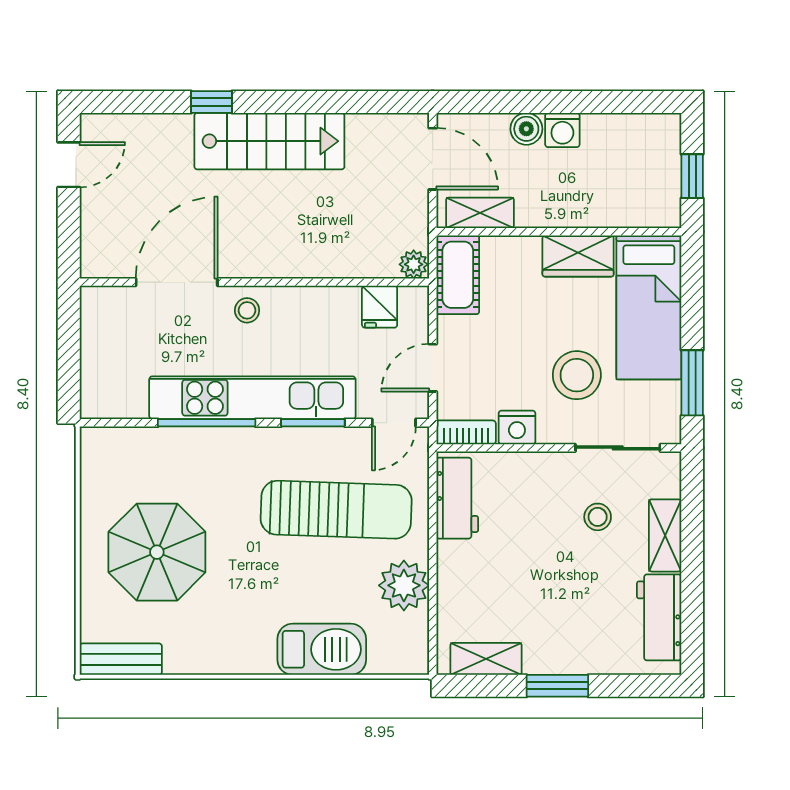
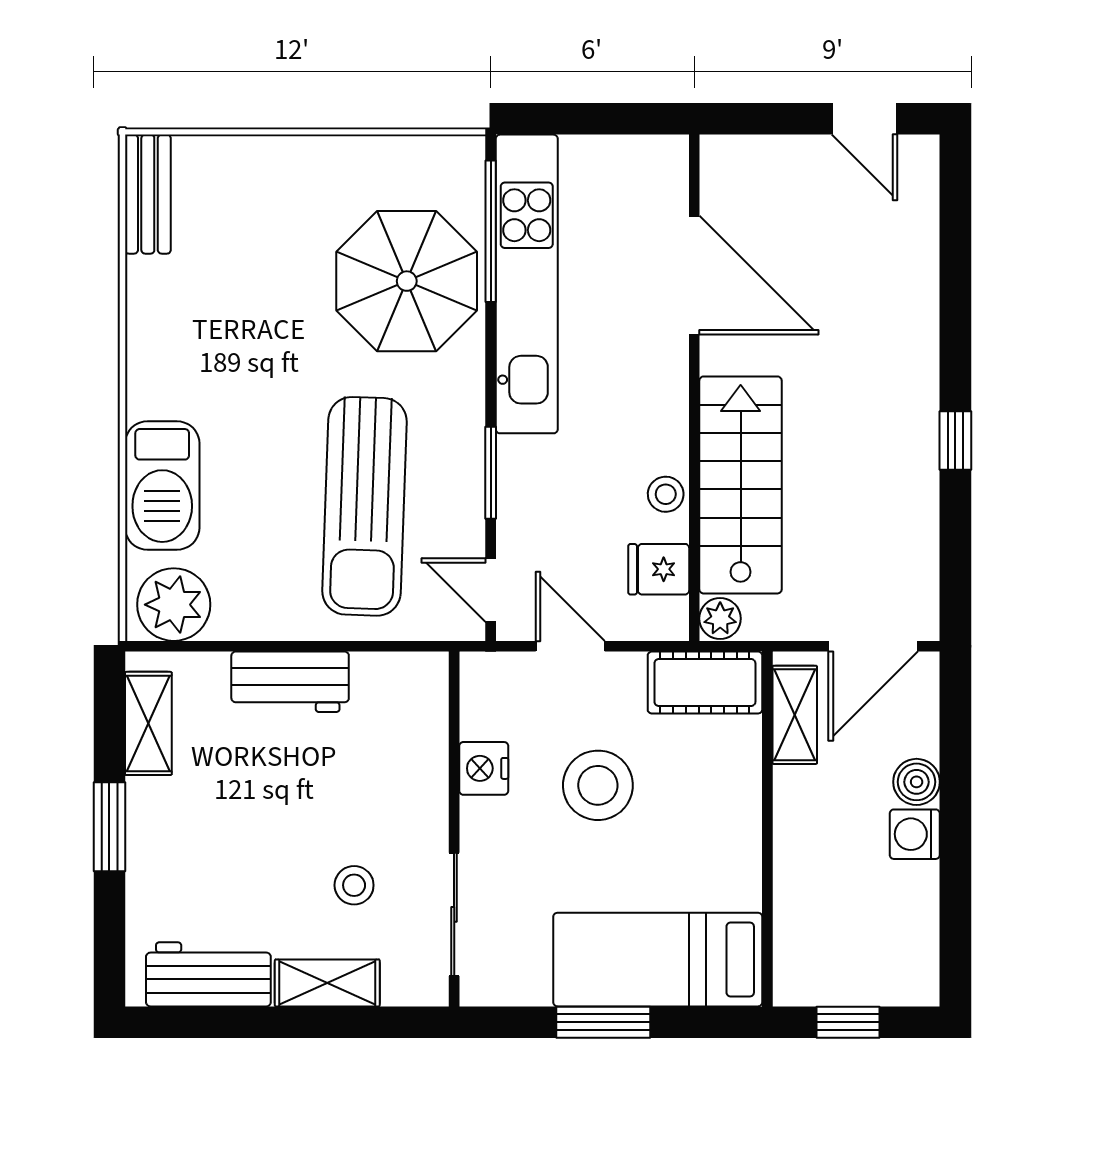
window: (211, 102) -> (955, 441), moved
stairs: (269, 141) -> (741, 485), moved, turned 180
wardrobe: (578, 256) -> (732, 857), removed
stool: (247, 310) -> (666, 494), moved
stool: (577, 375) -> (598, 785), moved
window: (692, 383) -> (603, 1022), moved
kitchen unit: (252, 398) -> (527, 284), moved
window: (207, 423) -> (491, 231), moved
bookcase: (466, 432) -> (477, 695), removed
workbench: (457, 498) -> (290, 682), moved
parasol: (157, 552) -> (407, 281), moved
plant: (404, 585) -> (174, 605), moved

